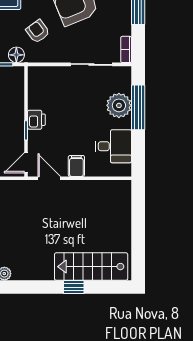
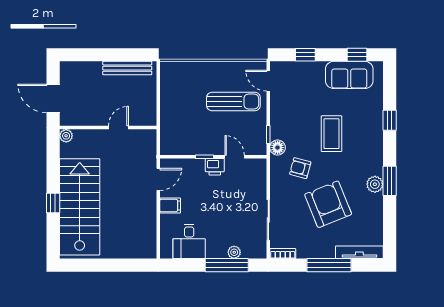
armchair: (38, 31) -> (300, 168), turned -129
plant: (119, 105) -> (234, 252), width x0.53, depth x0.53
door: (26, 163) -> (235, 157), moved
stairs: (91, 267) -> (80, 207), width x1.36, depth x1.51

